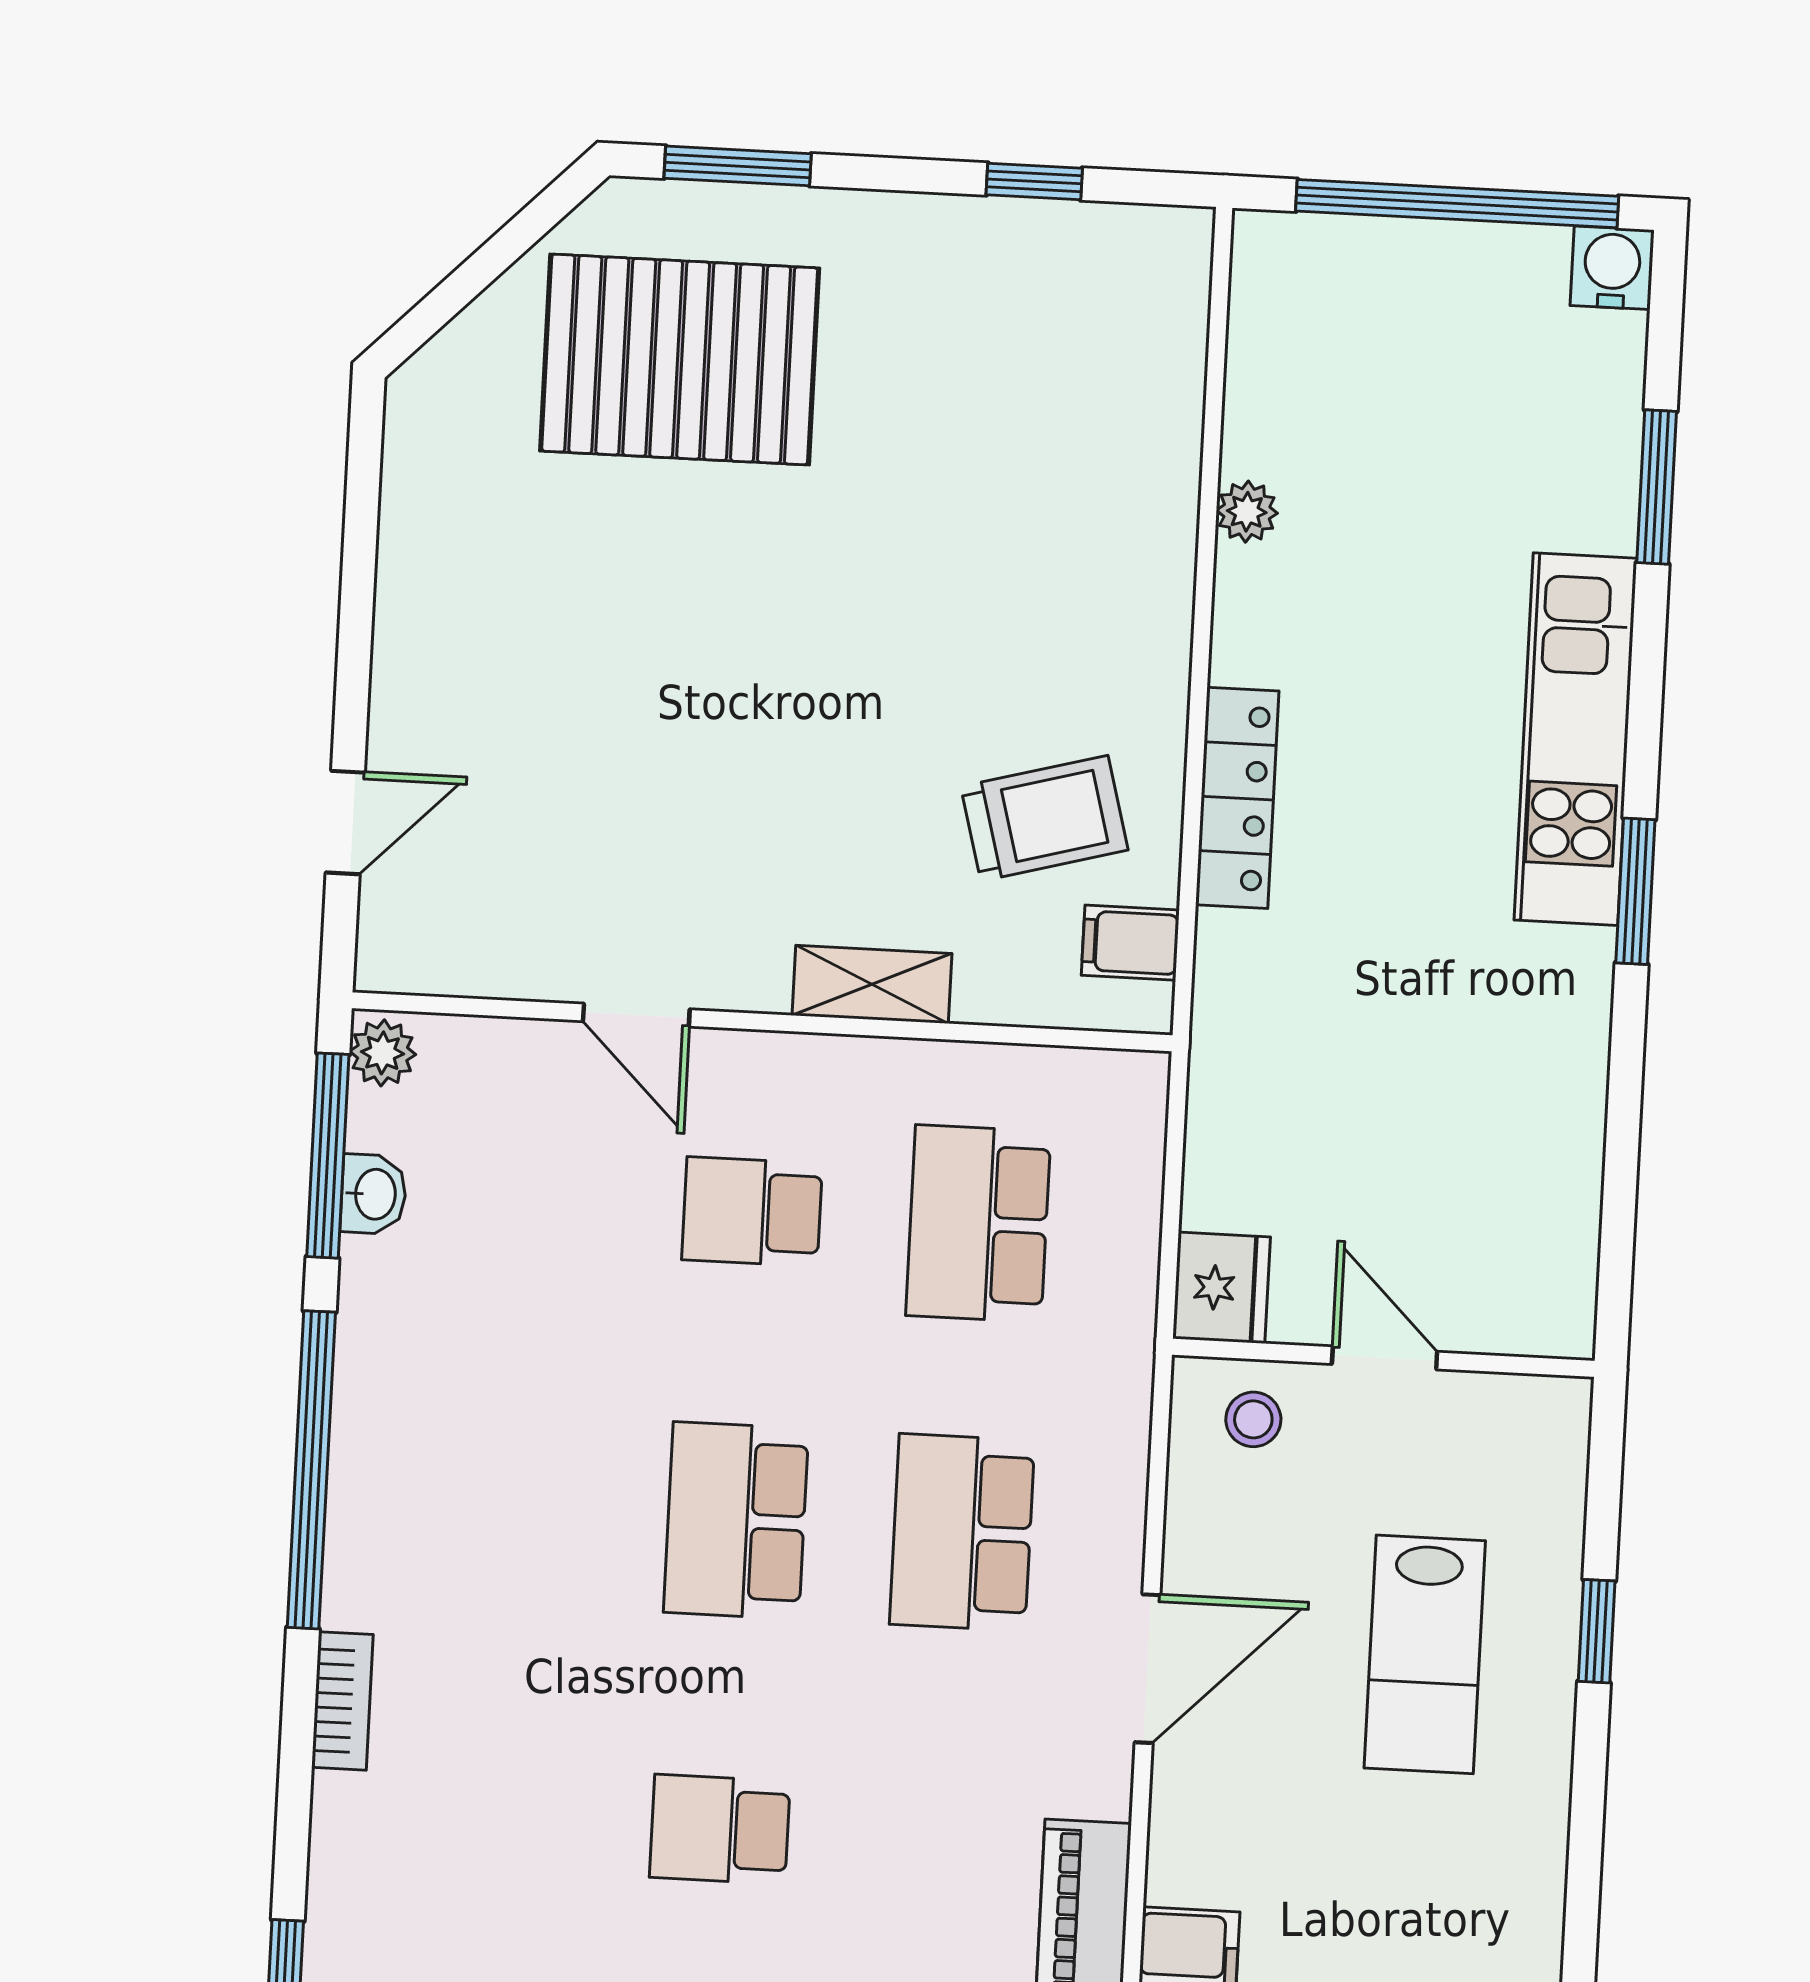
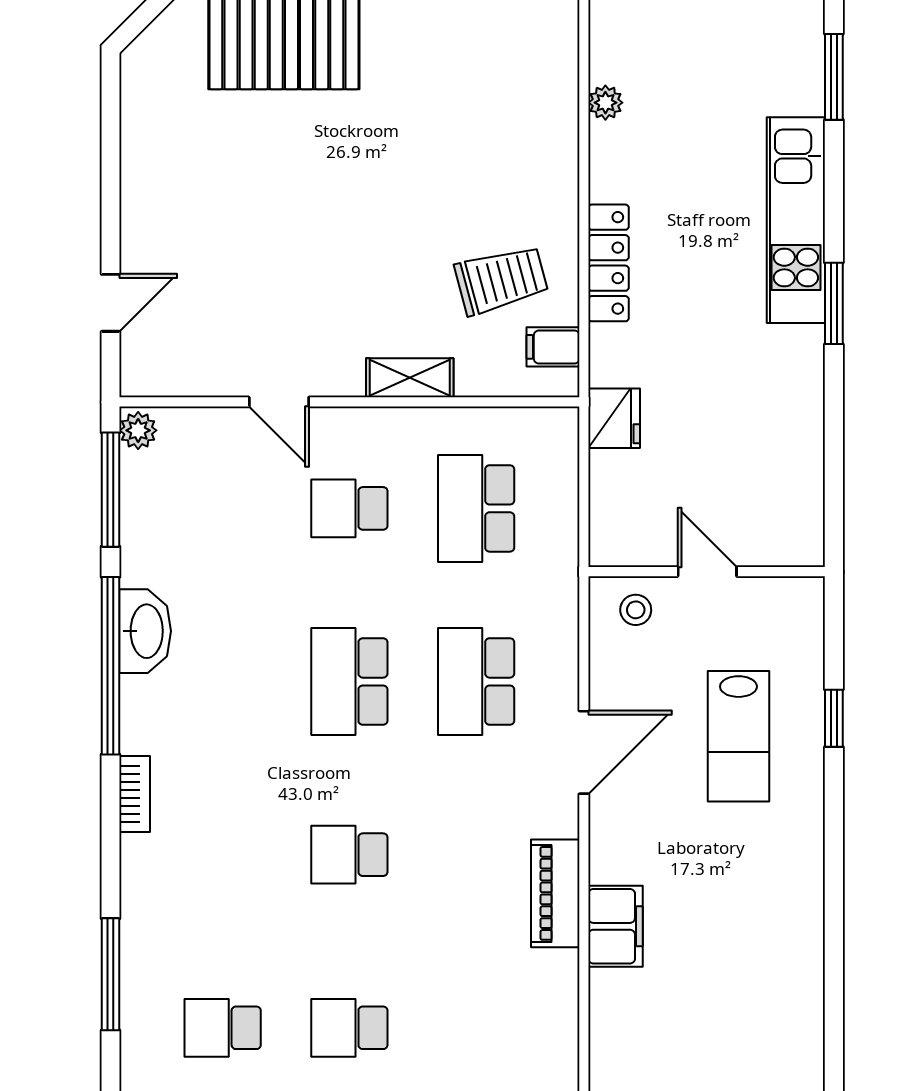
washbasin: (374, 1194) -> (145, 631), moved, width x1.91, depth x1.45
fridge: (1222, 1288) -> (614, 418), moved

